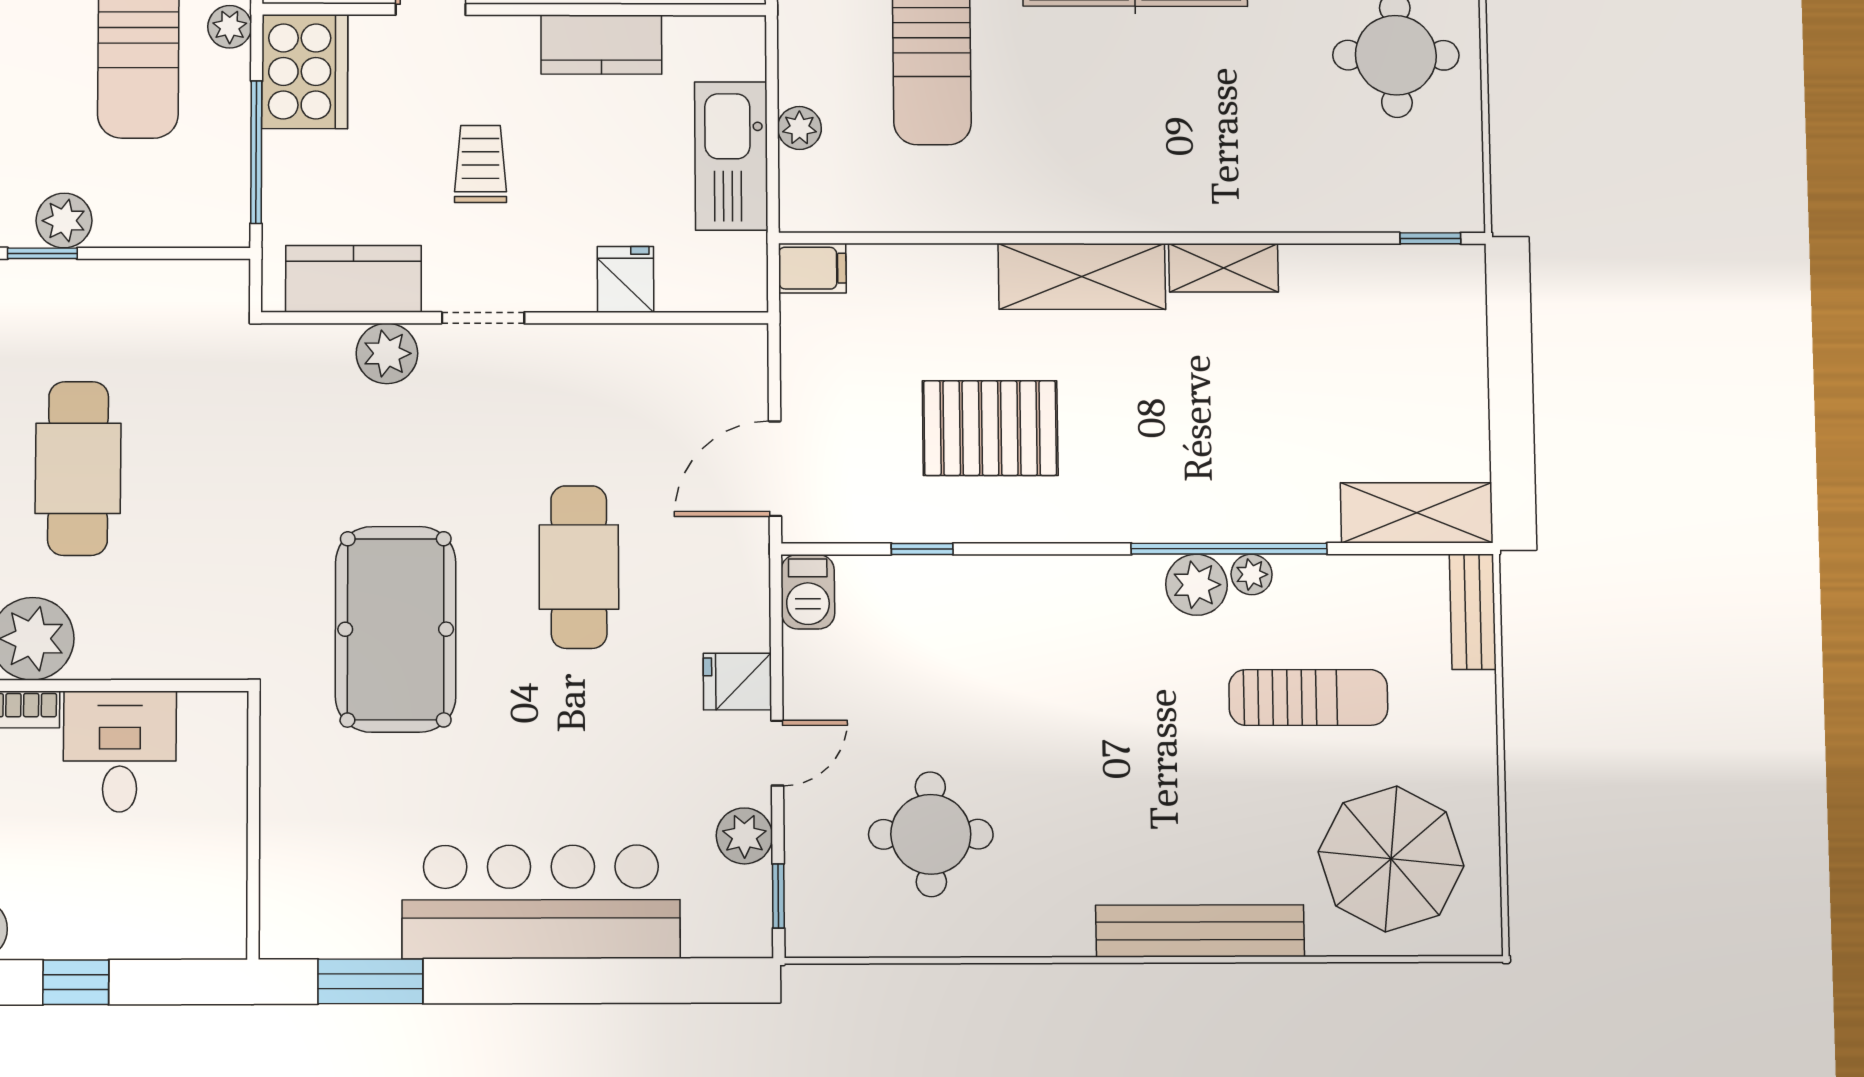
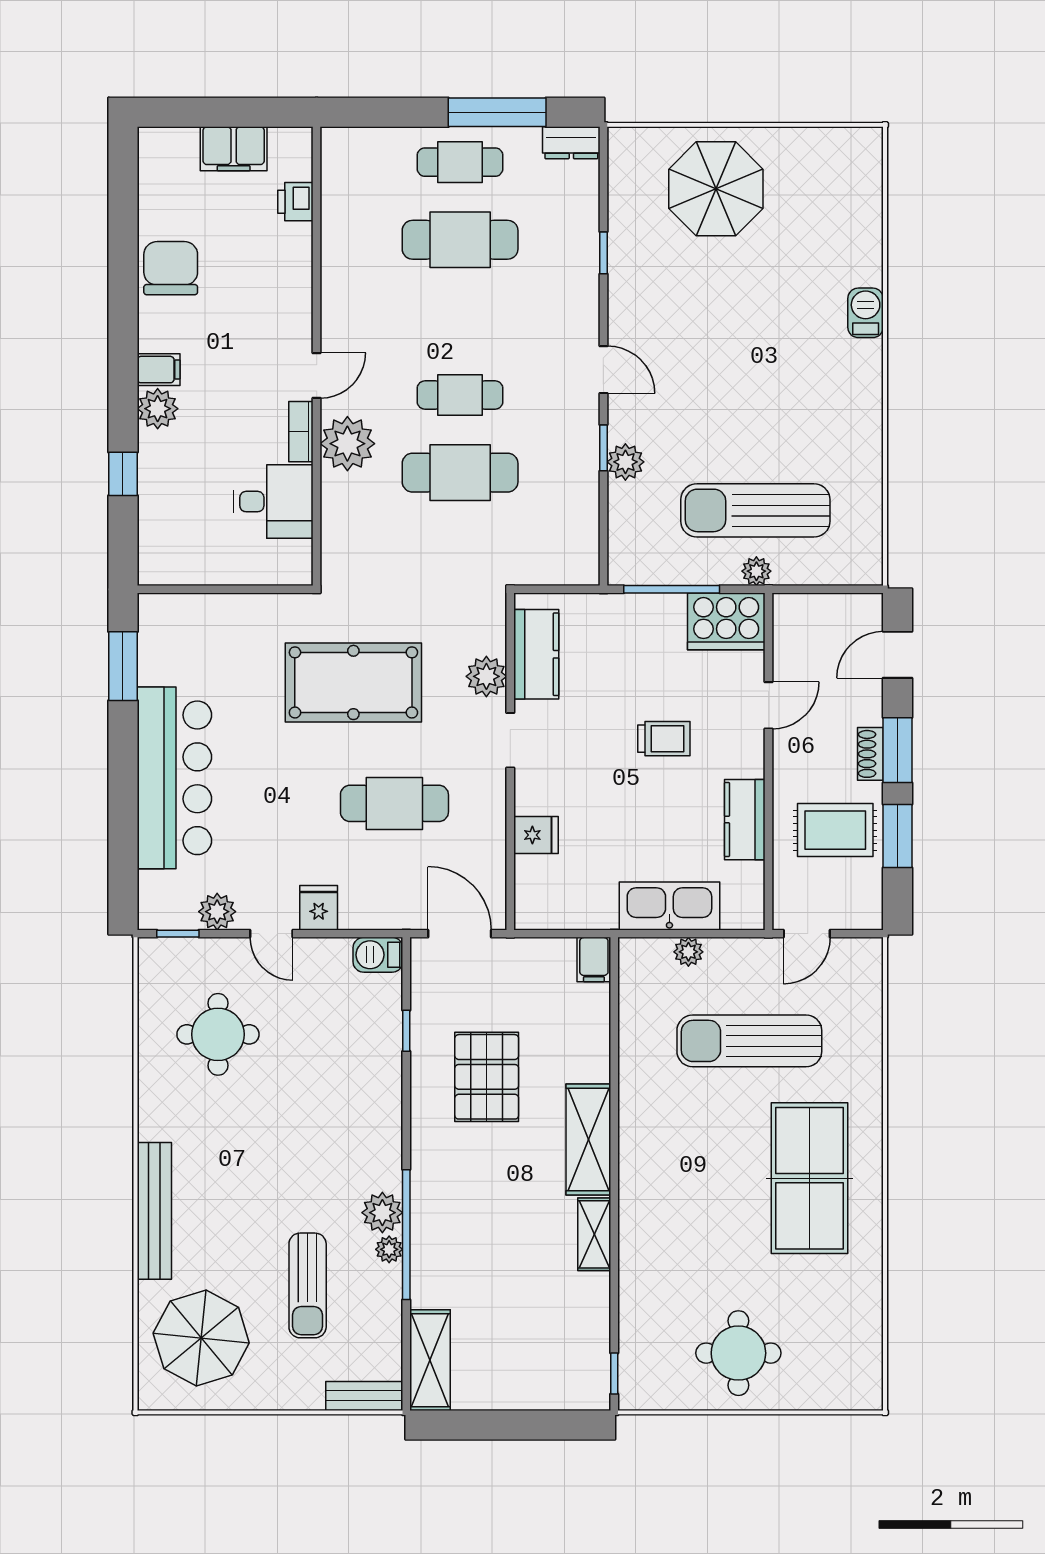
kitchen counter: (354, 279) -> (536, 654), moved
fridge: (625, 279) -> (536, 835), moved
doorway: (483, 318) -> (510, 740), moved
wall: (515, 318) -> (510, 761), moved
plant: (387, 353) -> (486, 676), moved

